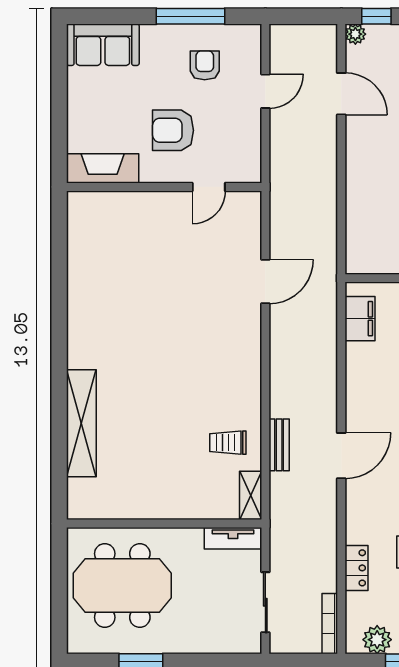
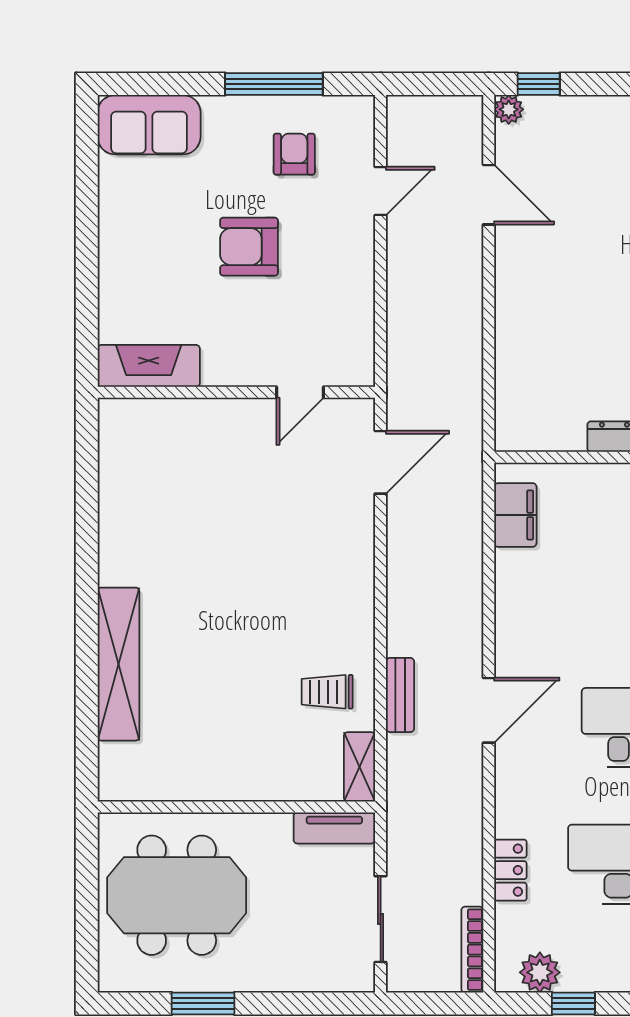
fireplace: (103, 168) -> (149, 366), moved
wall: (164, 187) -> (236, 392), moved
door: (209, 187) -> (300, 392), moved

